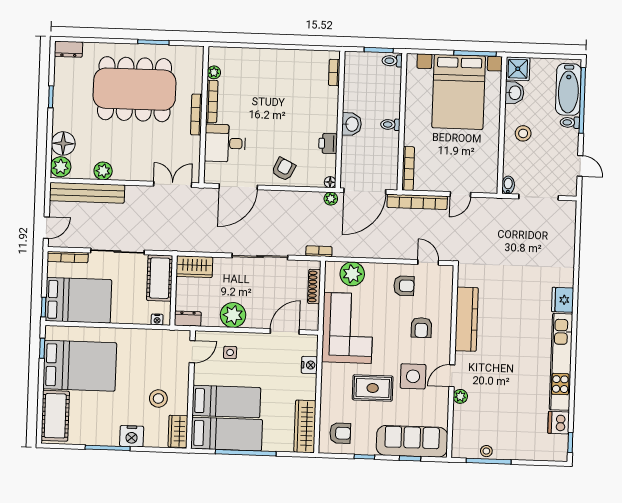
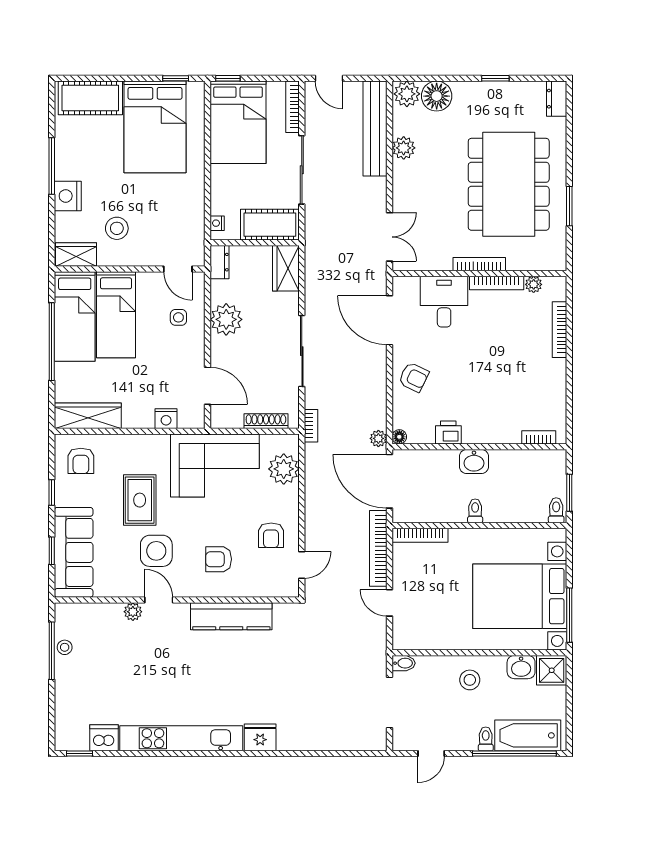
bookcase: (250, 53) -> (559, 330), added

